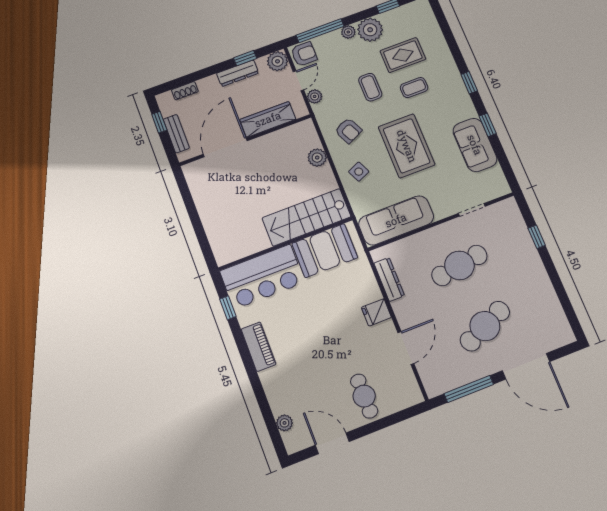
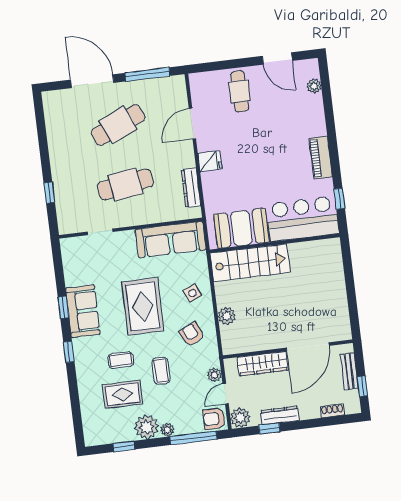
sofa: (475, 145) -> (83, 311), moved

